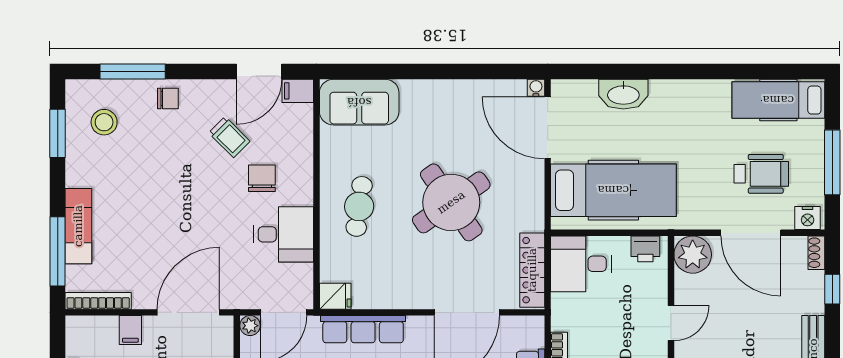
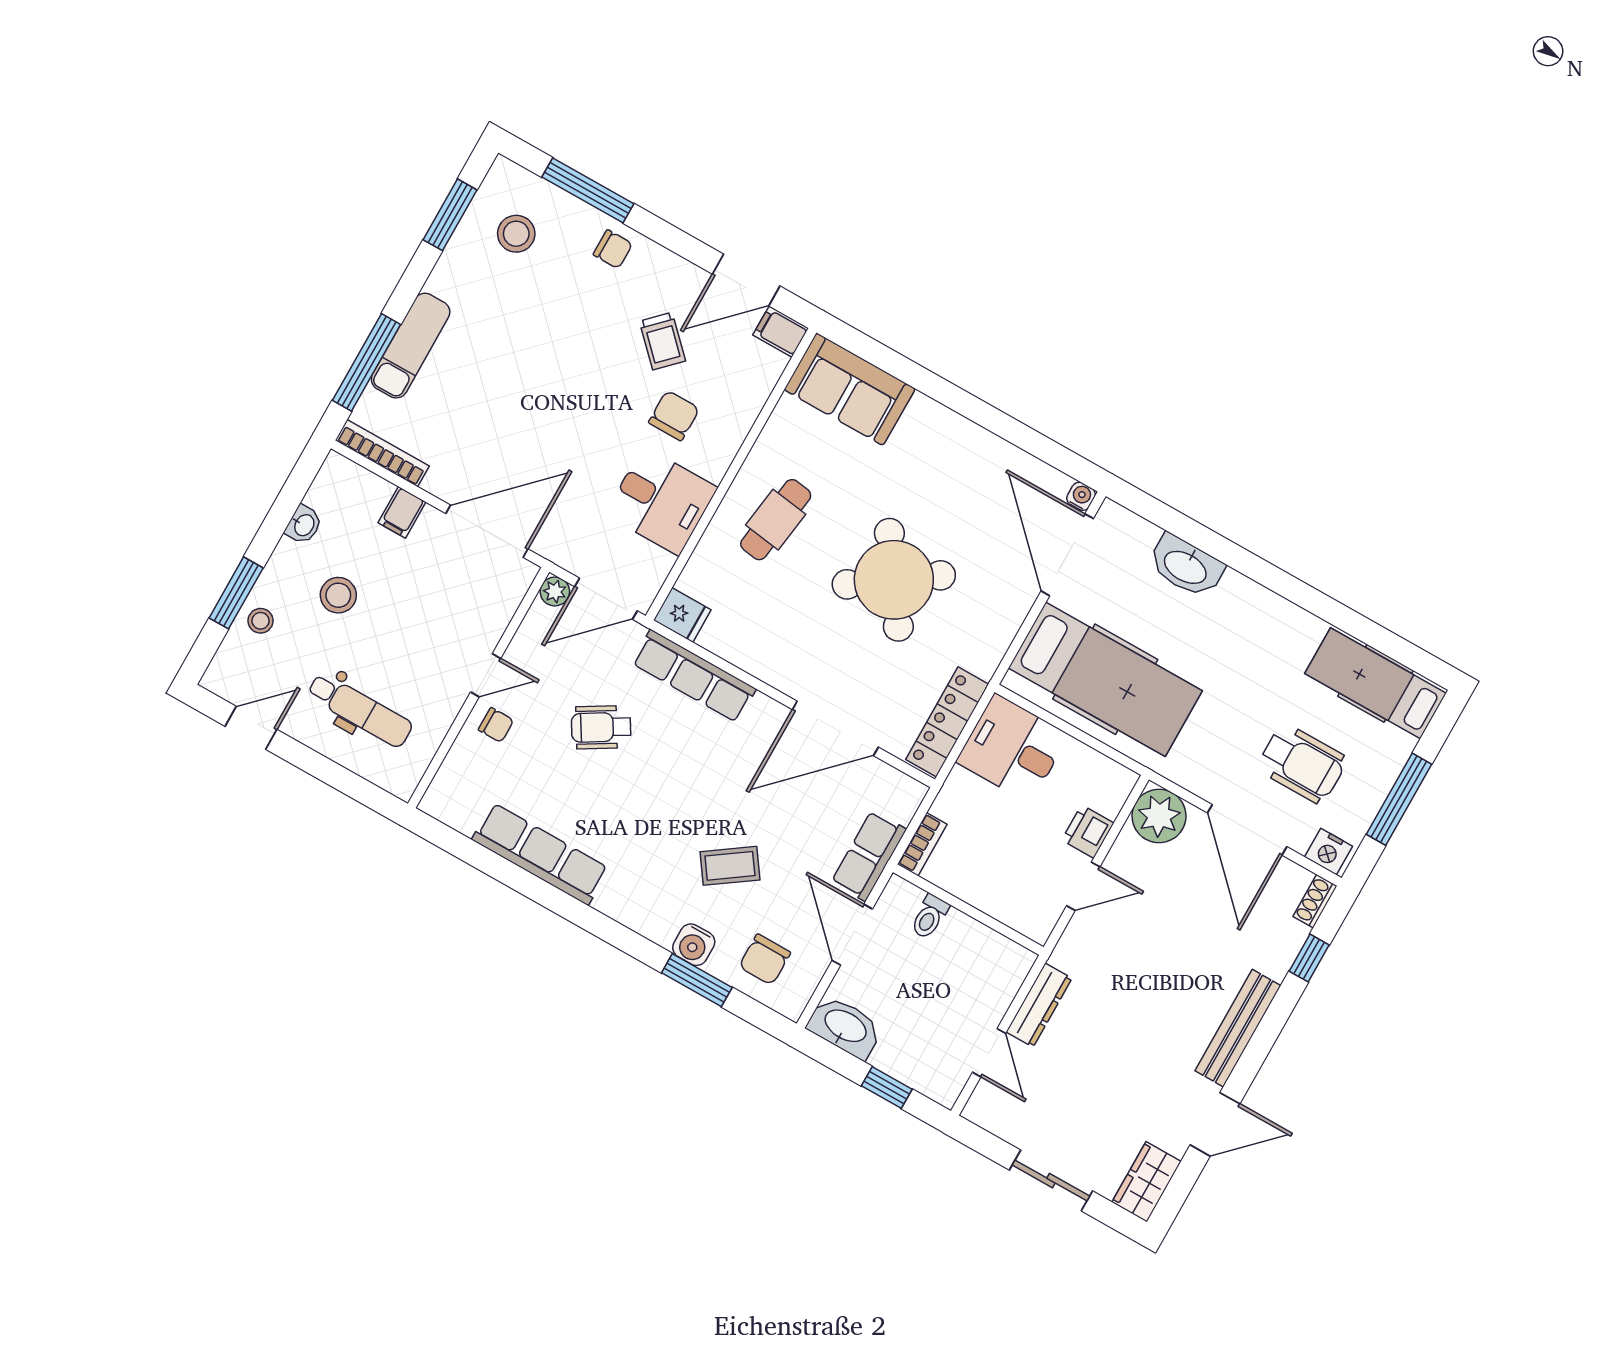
printer: (645, 249) -> (1088, 831), moved, turned 90

